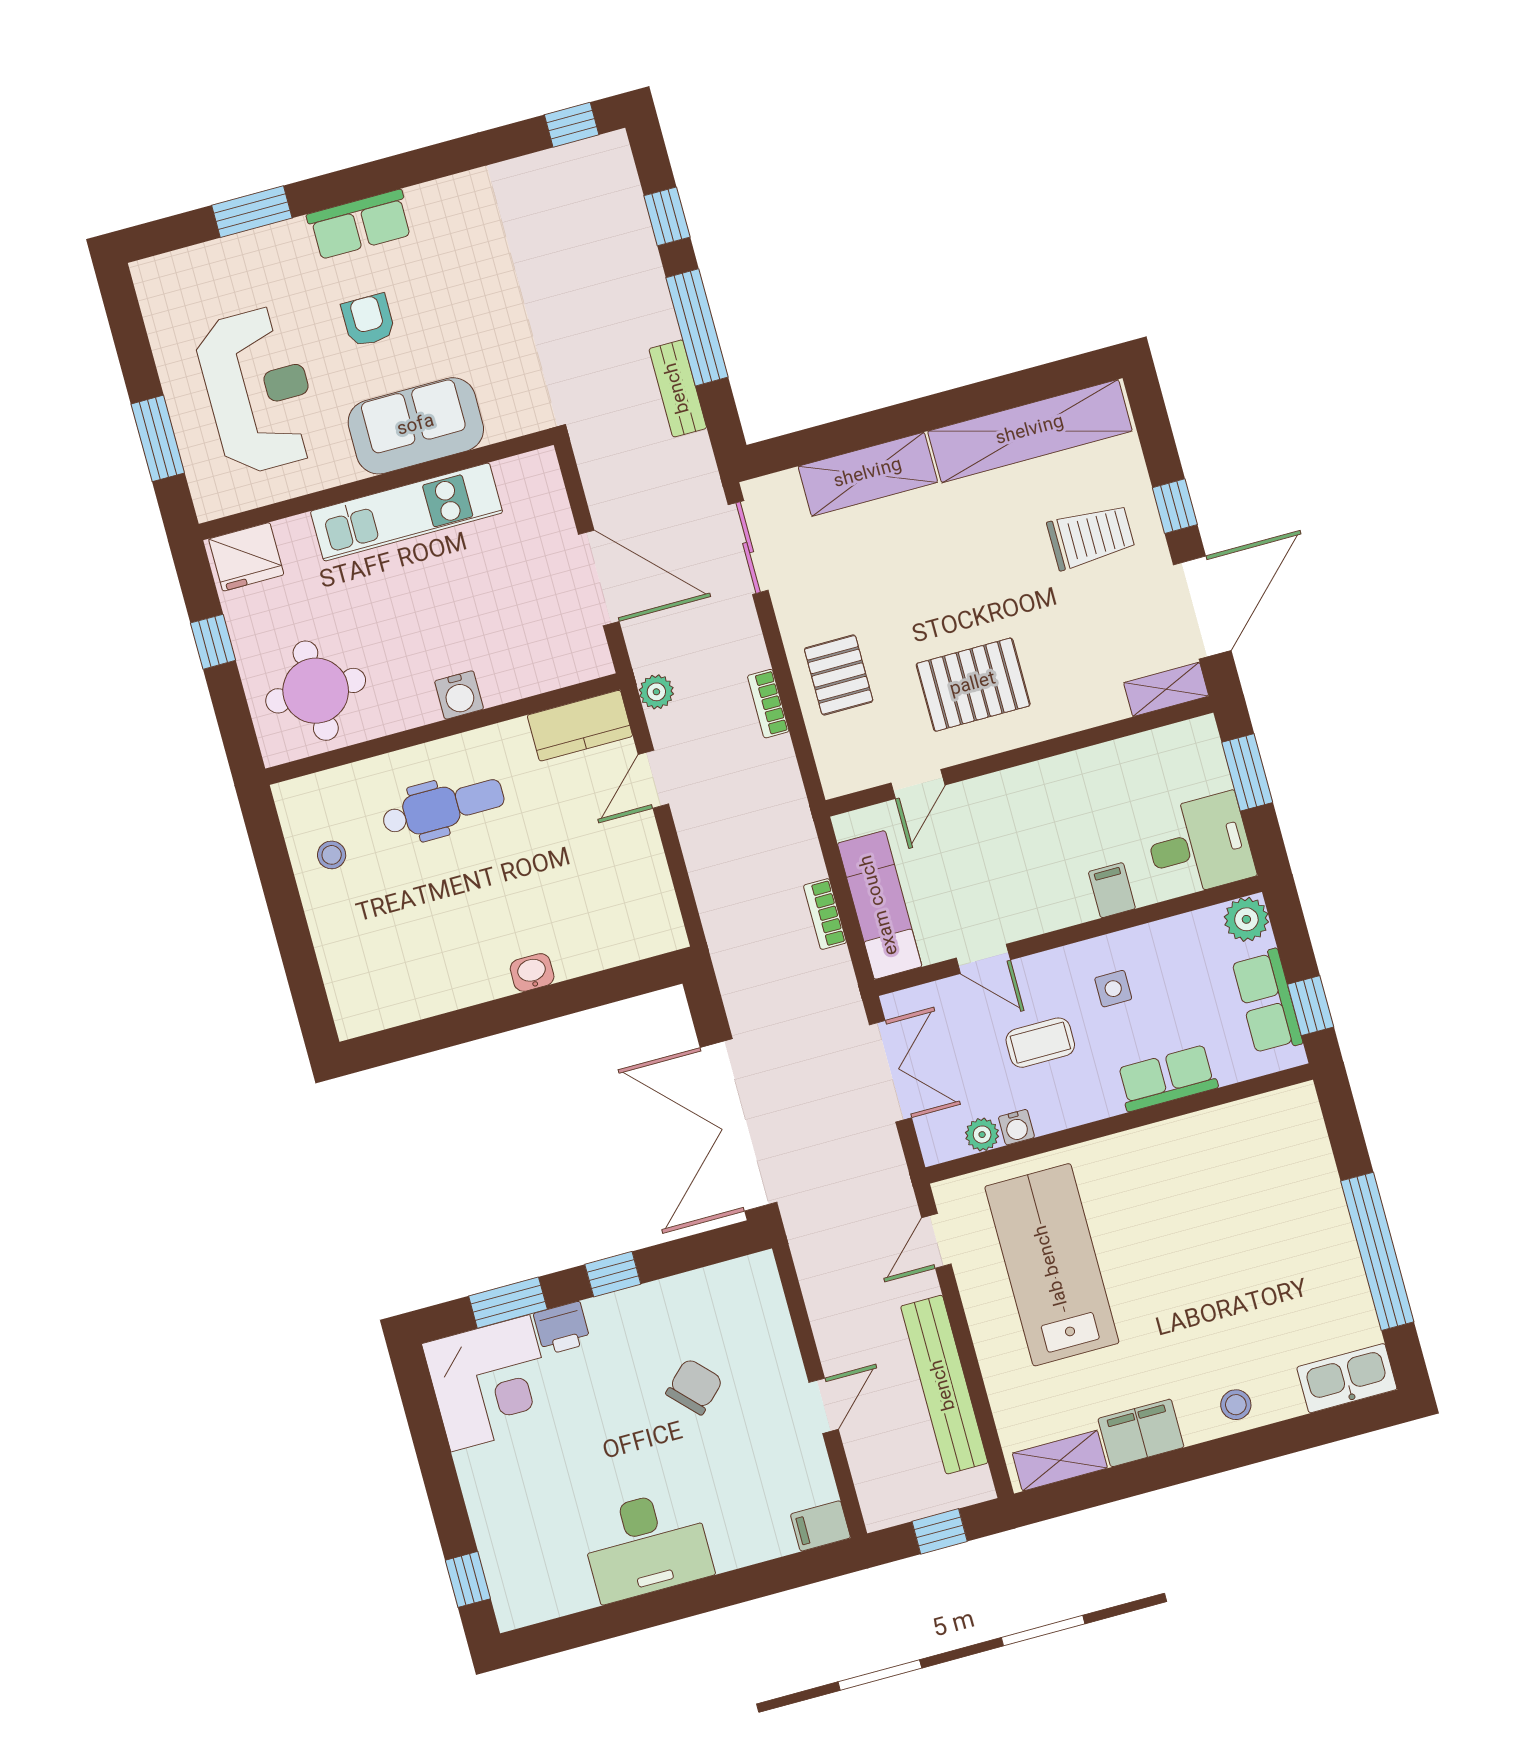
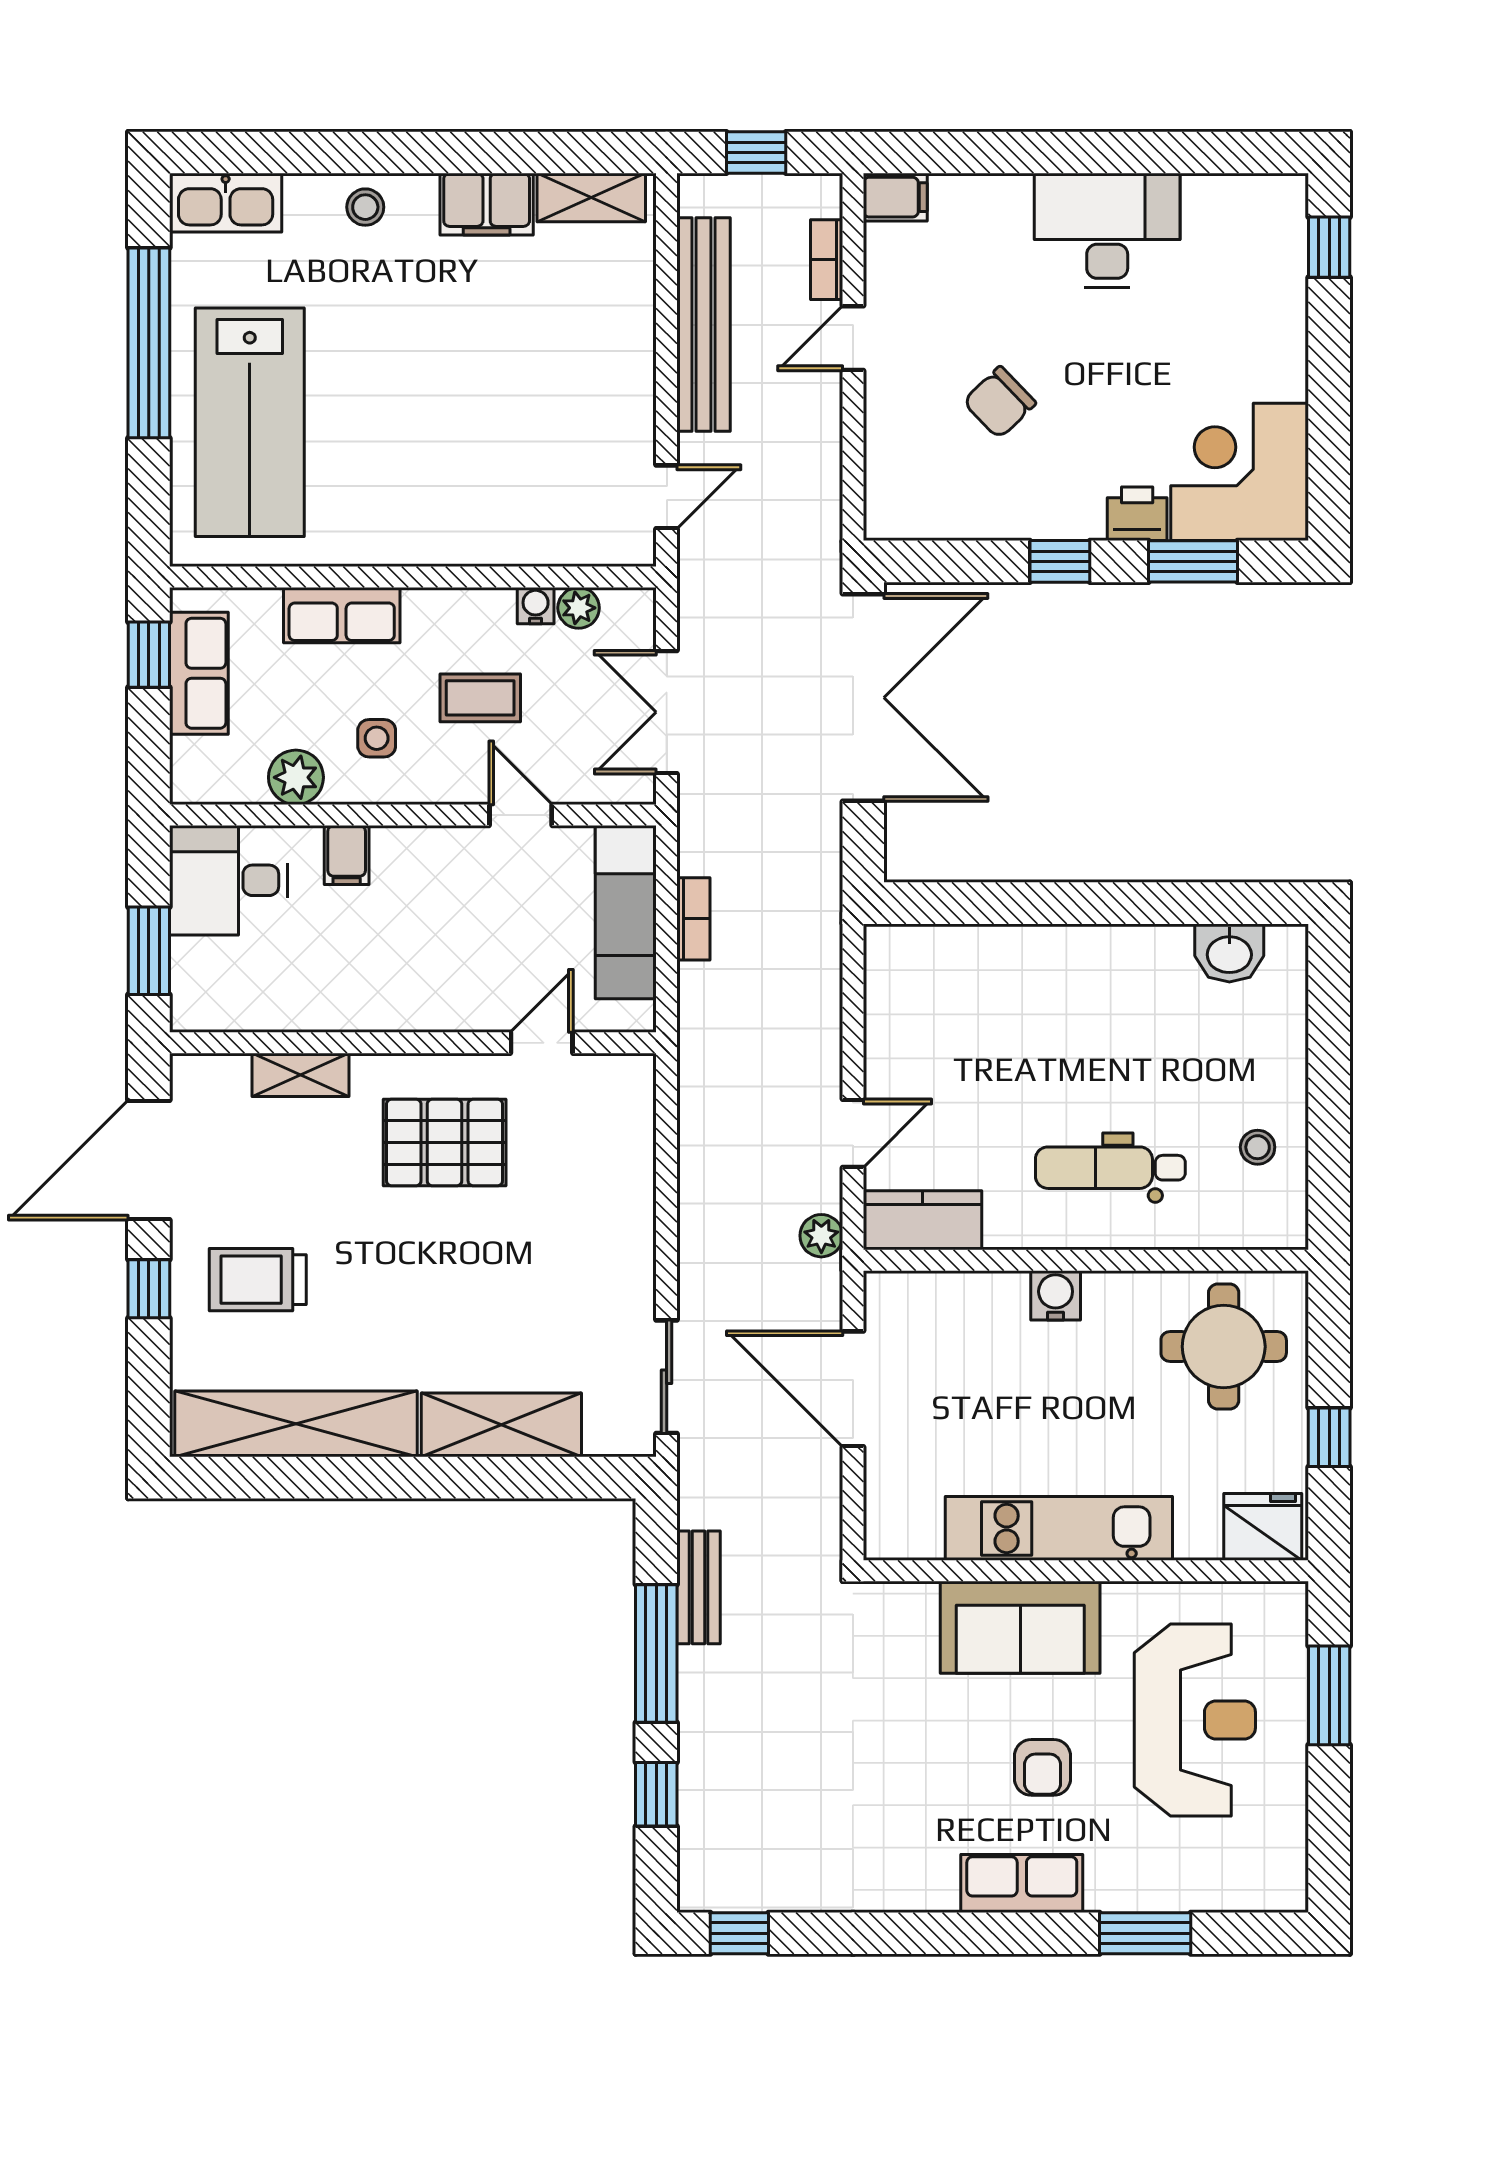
reception desk: (258, 390) -> (1195, 1720), turned 180
pallet: (839, 675) -> (600, 1197), removed
shelving: (1166, 689) -> (301, 1075), moved
bookcase: (768, 704) -> (827, 260), moved, turned 180
plant: (1246, 919) -> (296, 777), moved
washbasin: (532, 972) -> (1229, 953), moved, width x1.38, depth x1.45
lab bench: (1052, 1265) -> (250, 422), moved

